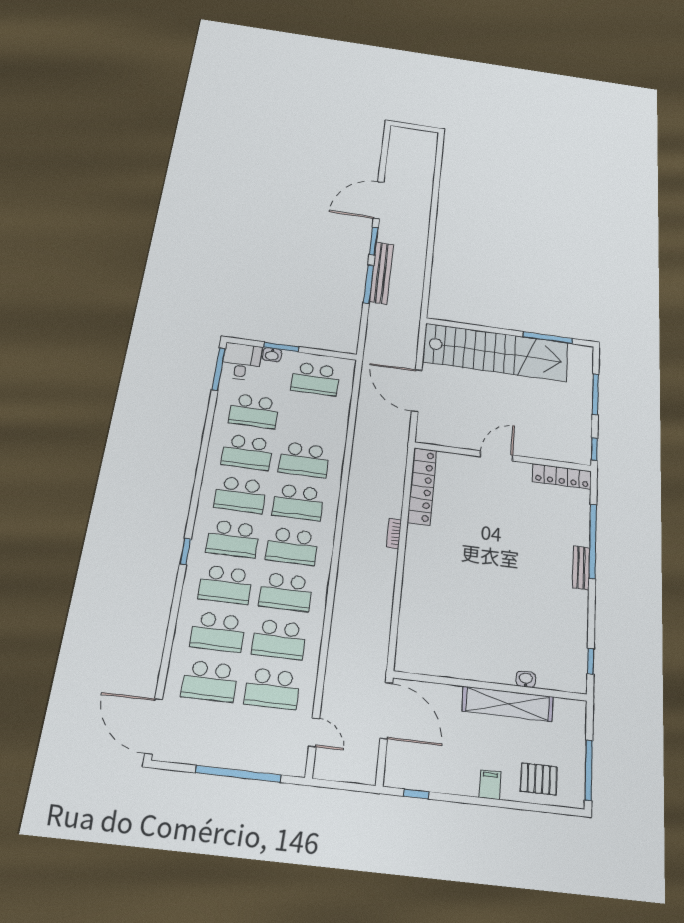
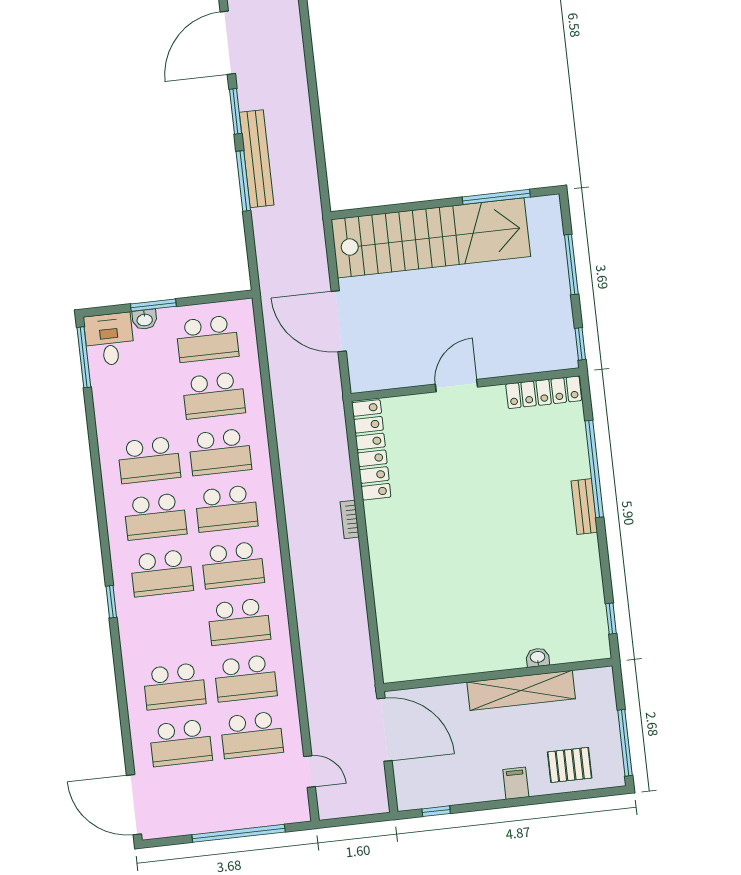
school desk: (254, 411) -> (214, 395), moved
school desk: (226, 585) -> (168, 630), removed

